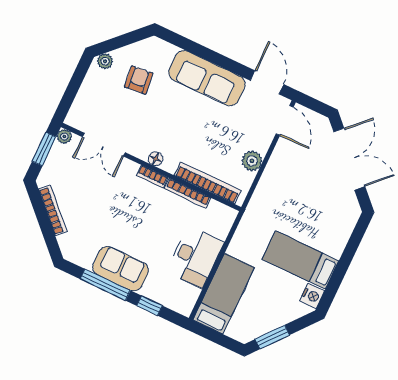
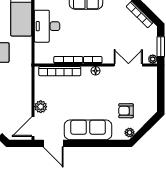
plant: (105, 61) -> (130, 133), moved
armchair: (139, 80) -> (126, 111), turned 96
door: (285, 121) -> (33, 127), hinge flipped
plant: (252, 161) -> (41, 107), moved

